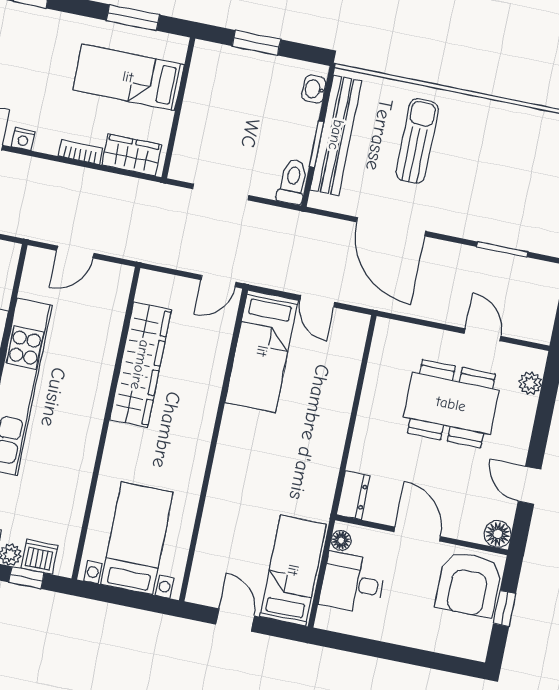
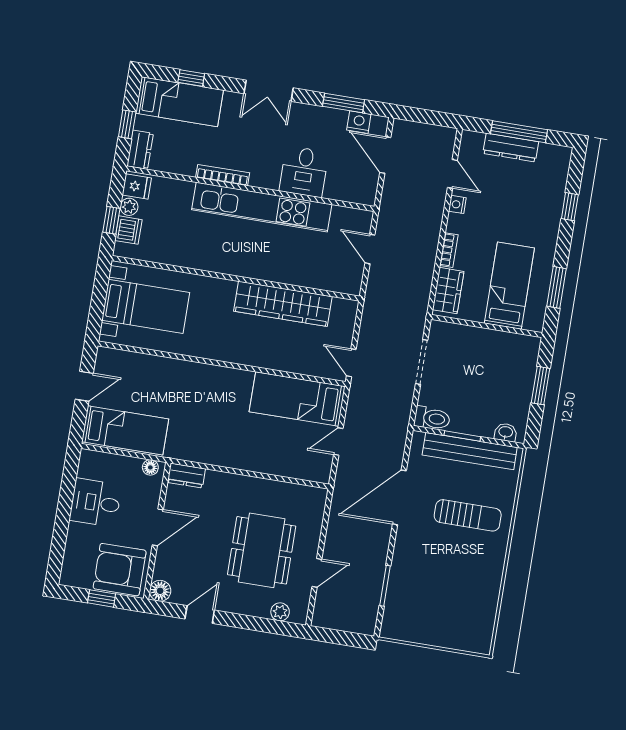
desk: (353, 583) -> (96, 503), moved, turned -90

